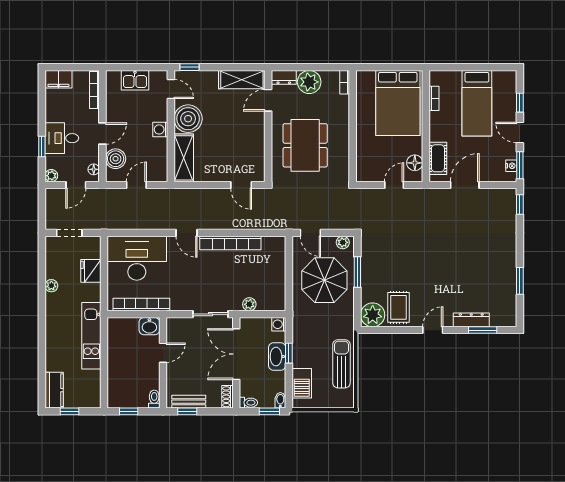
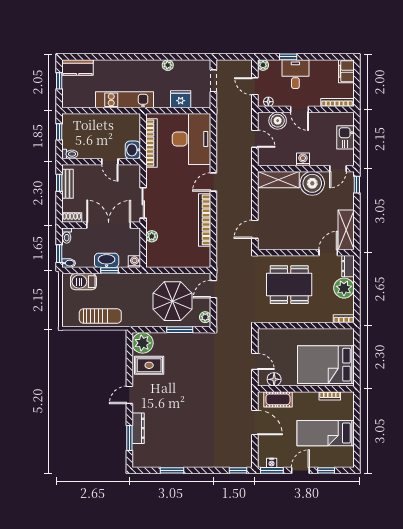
door: (268, 100) -> (328, 253), hinge flipped
door: (433, 330) -> (129, 395), swing flipped

